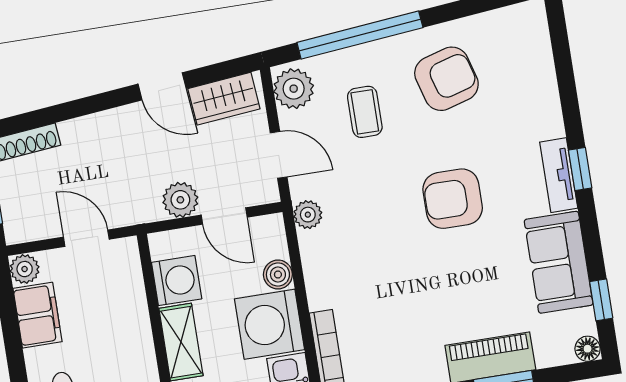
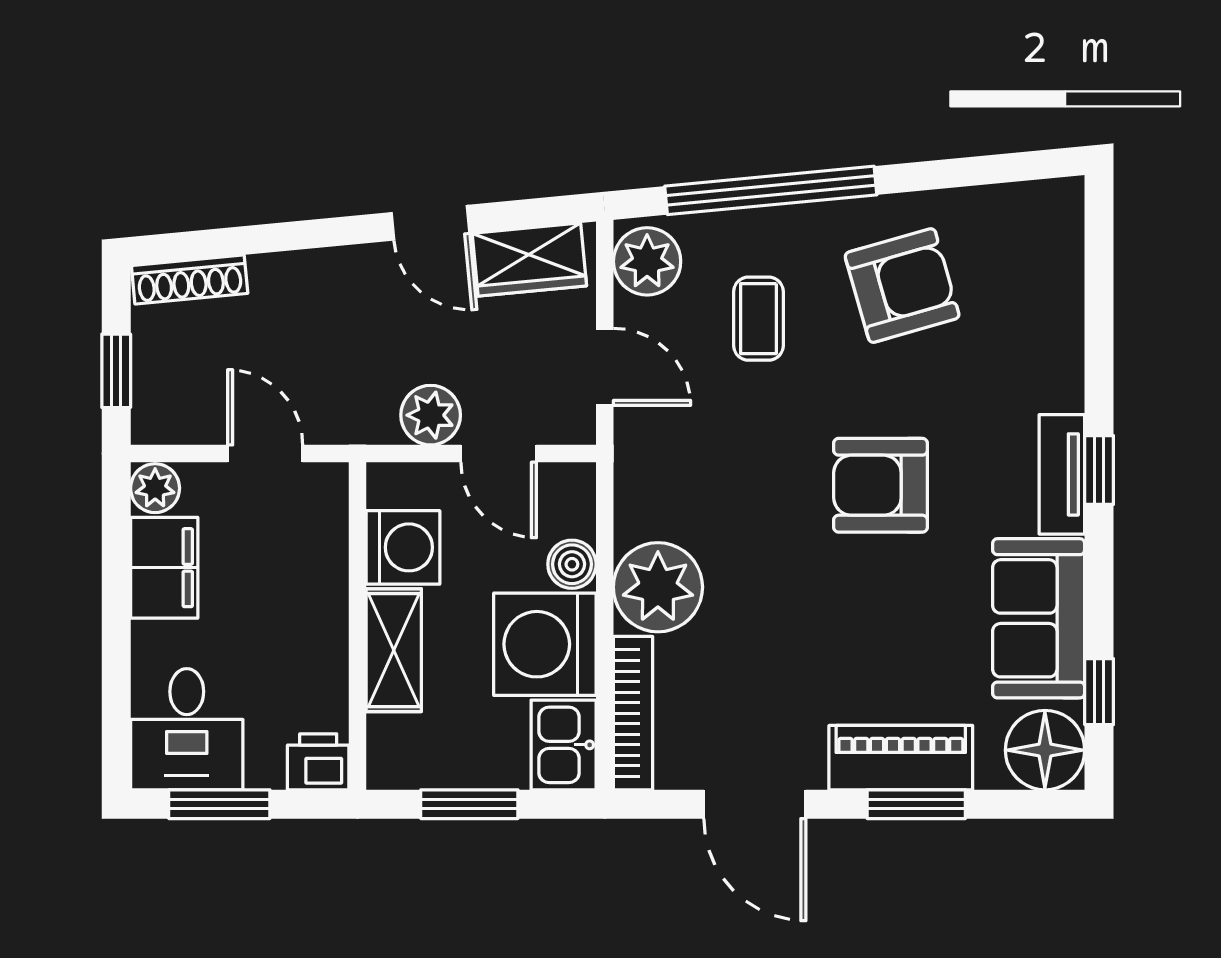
plant: (308, 215) -> (658, 587), moved, width x1.87, depth x1.87
floor lamp: (588, 349) -> (1045, 750), width x1.89, depth x1.89

